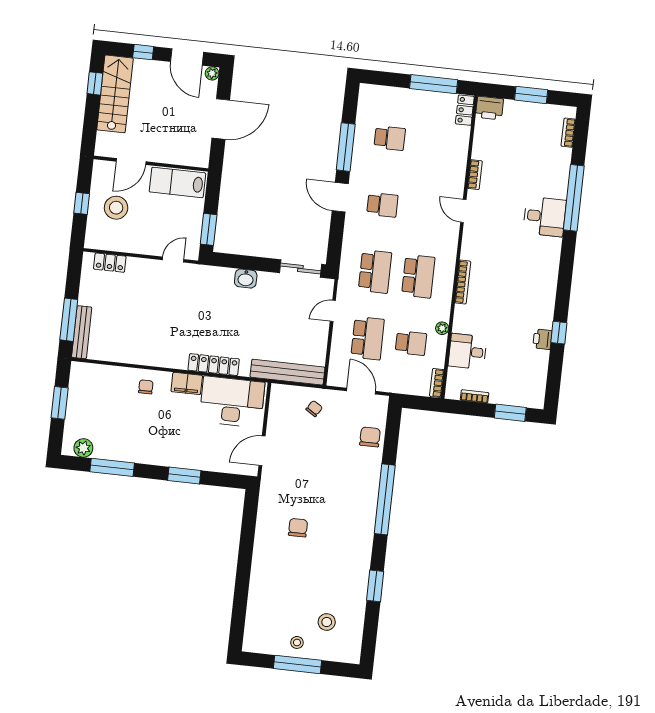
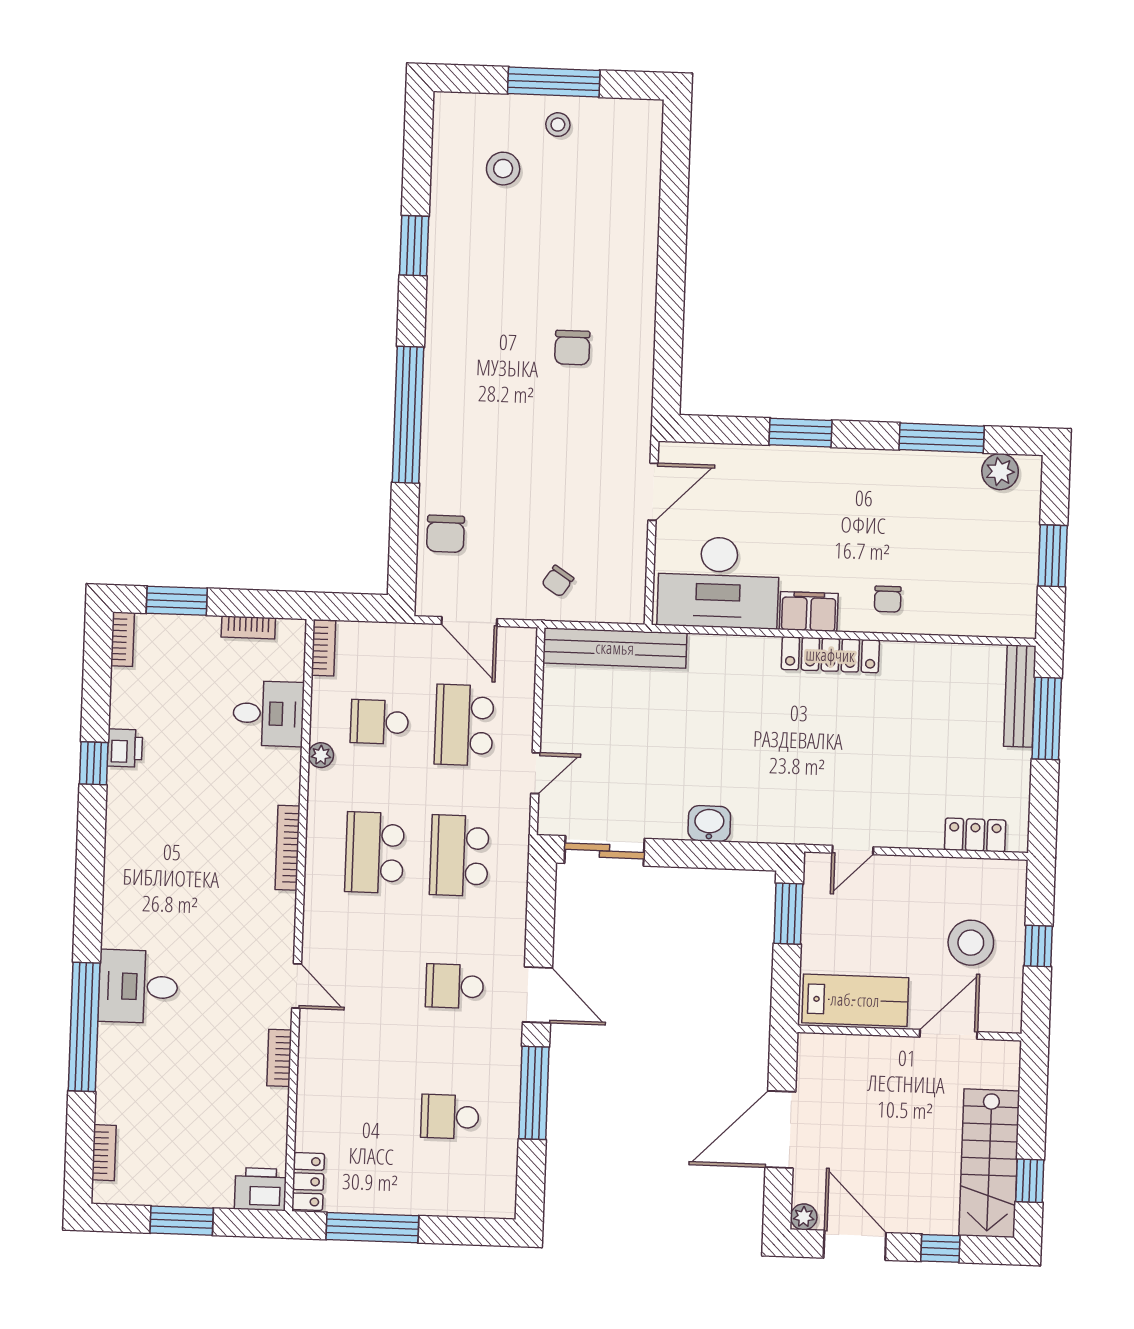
locker: (214, 365) -> (830, 655), moved
bookcase: (539, 395) -> (123, 639), added

